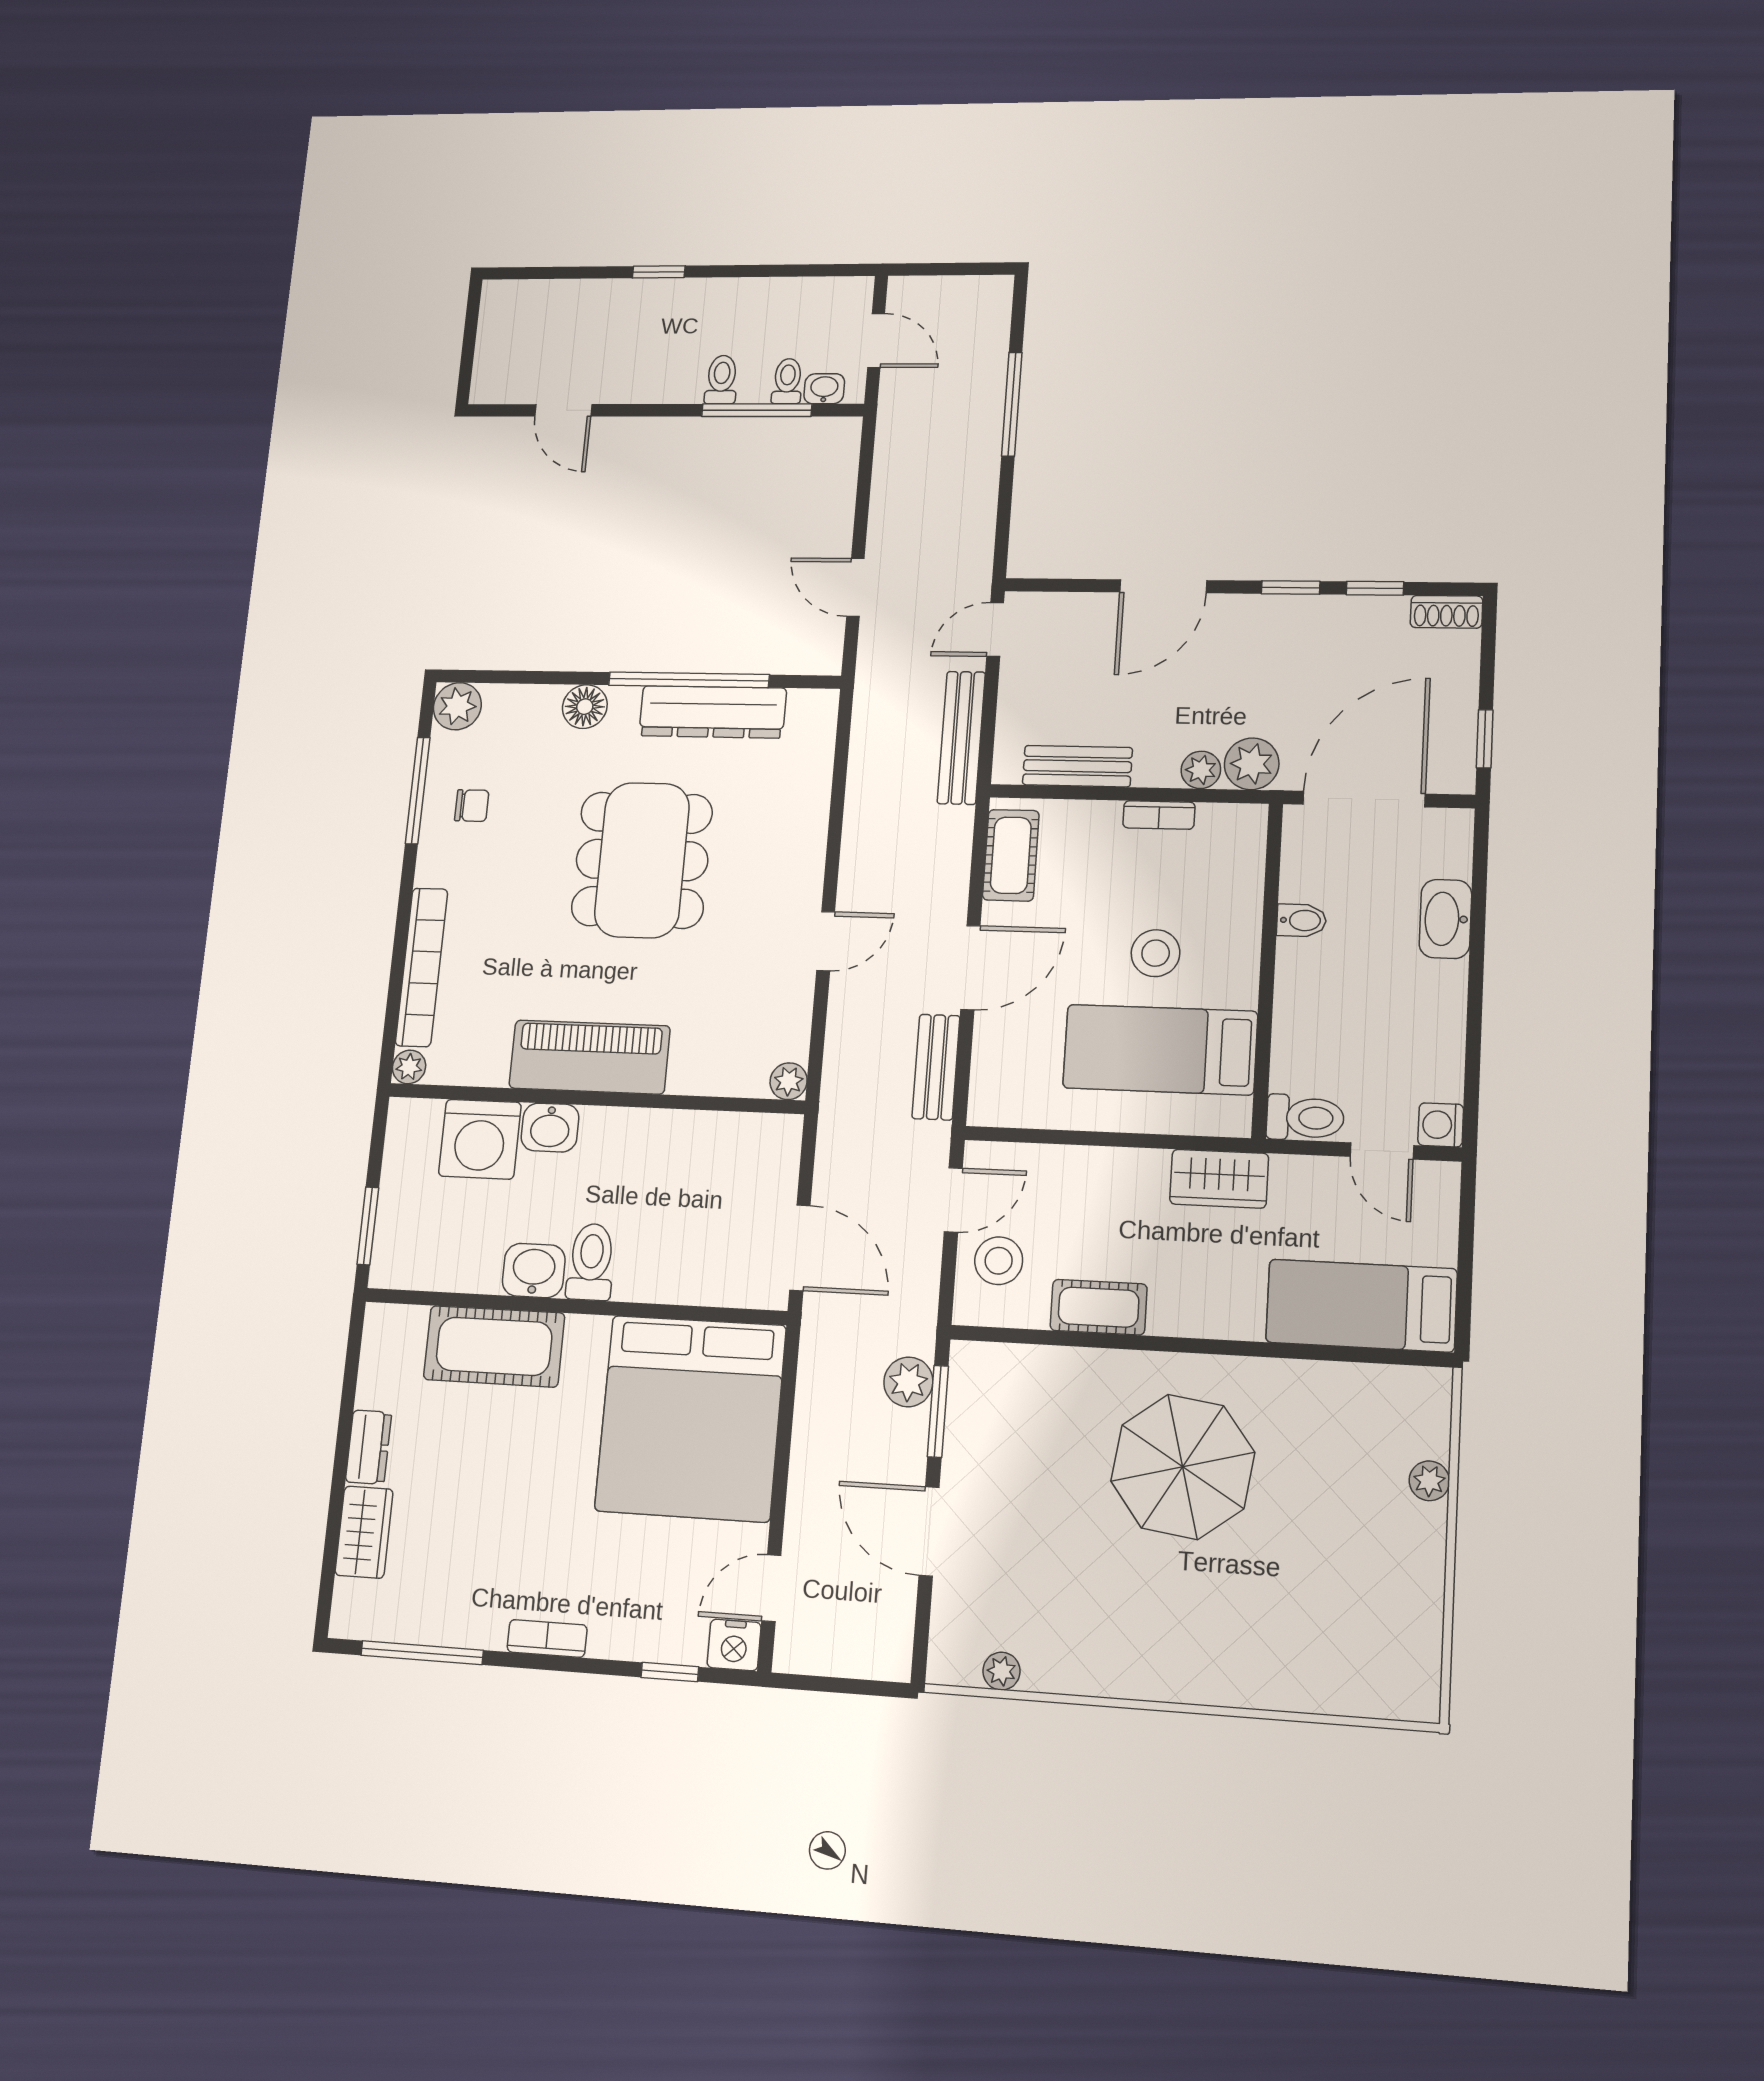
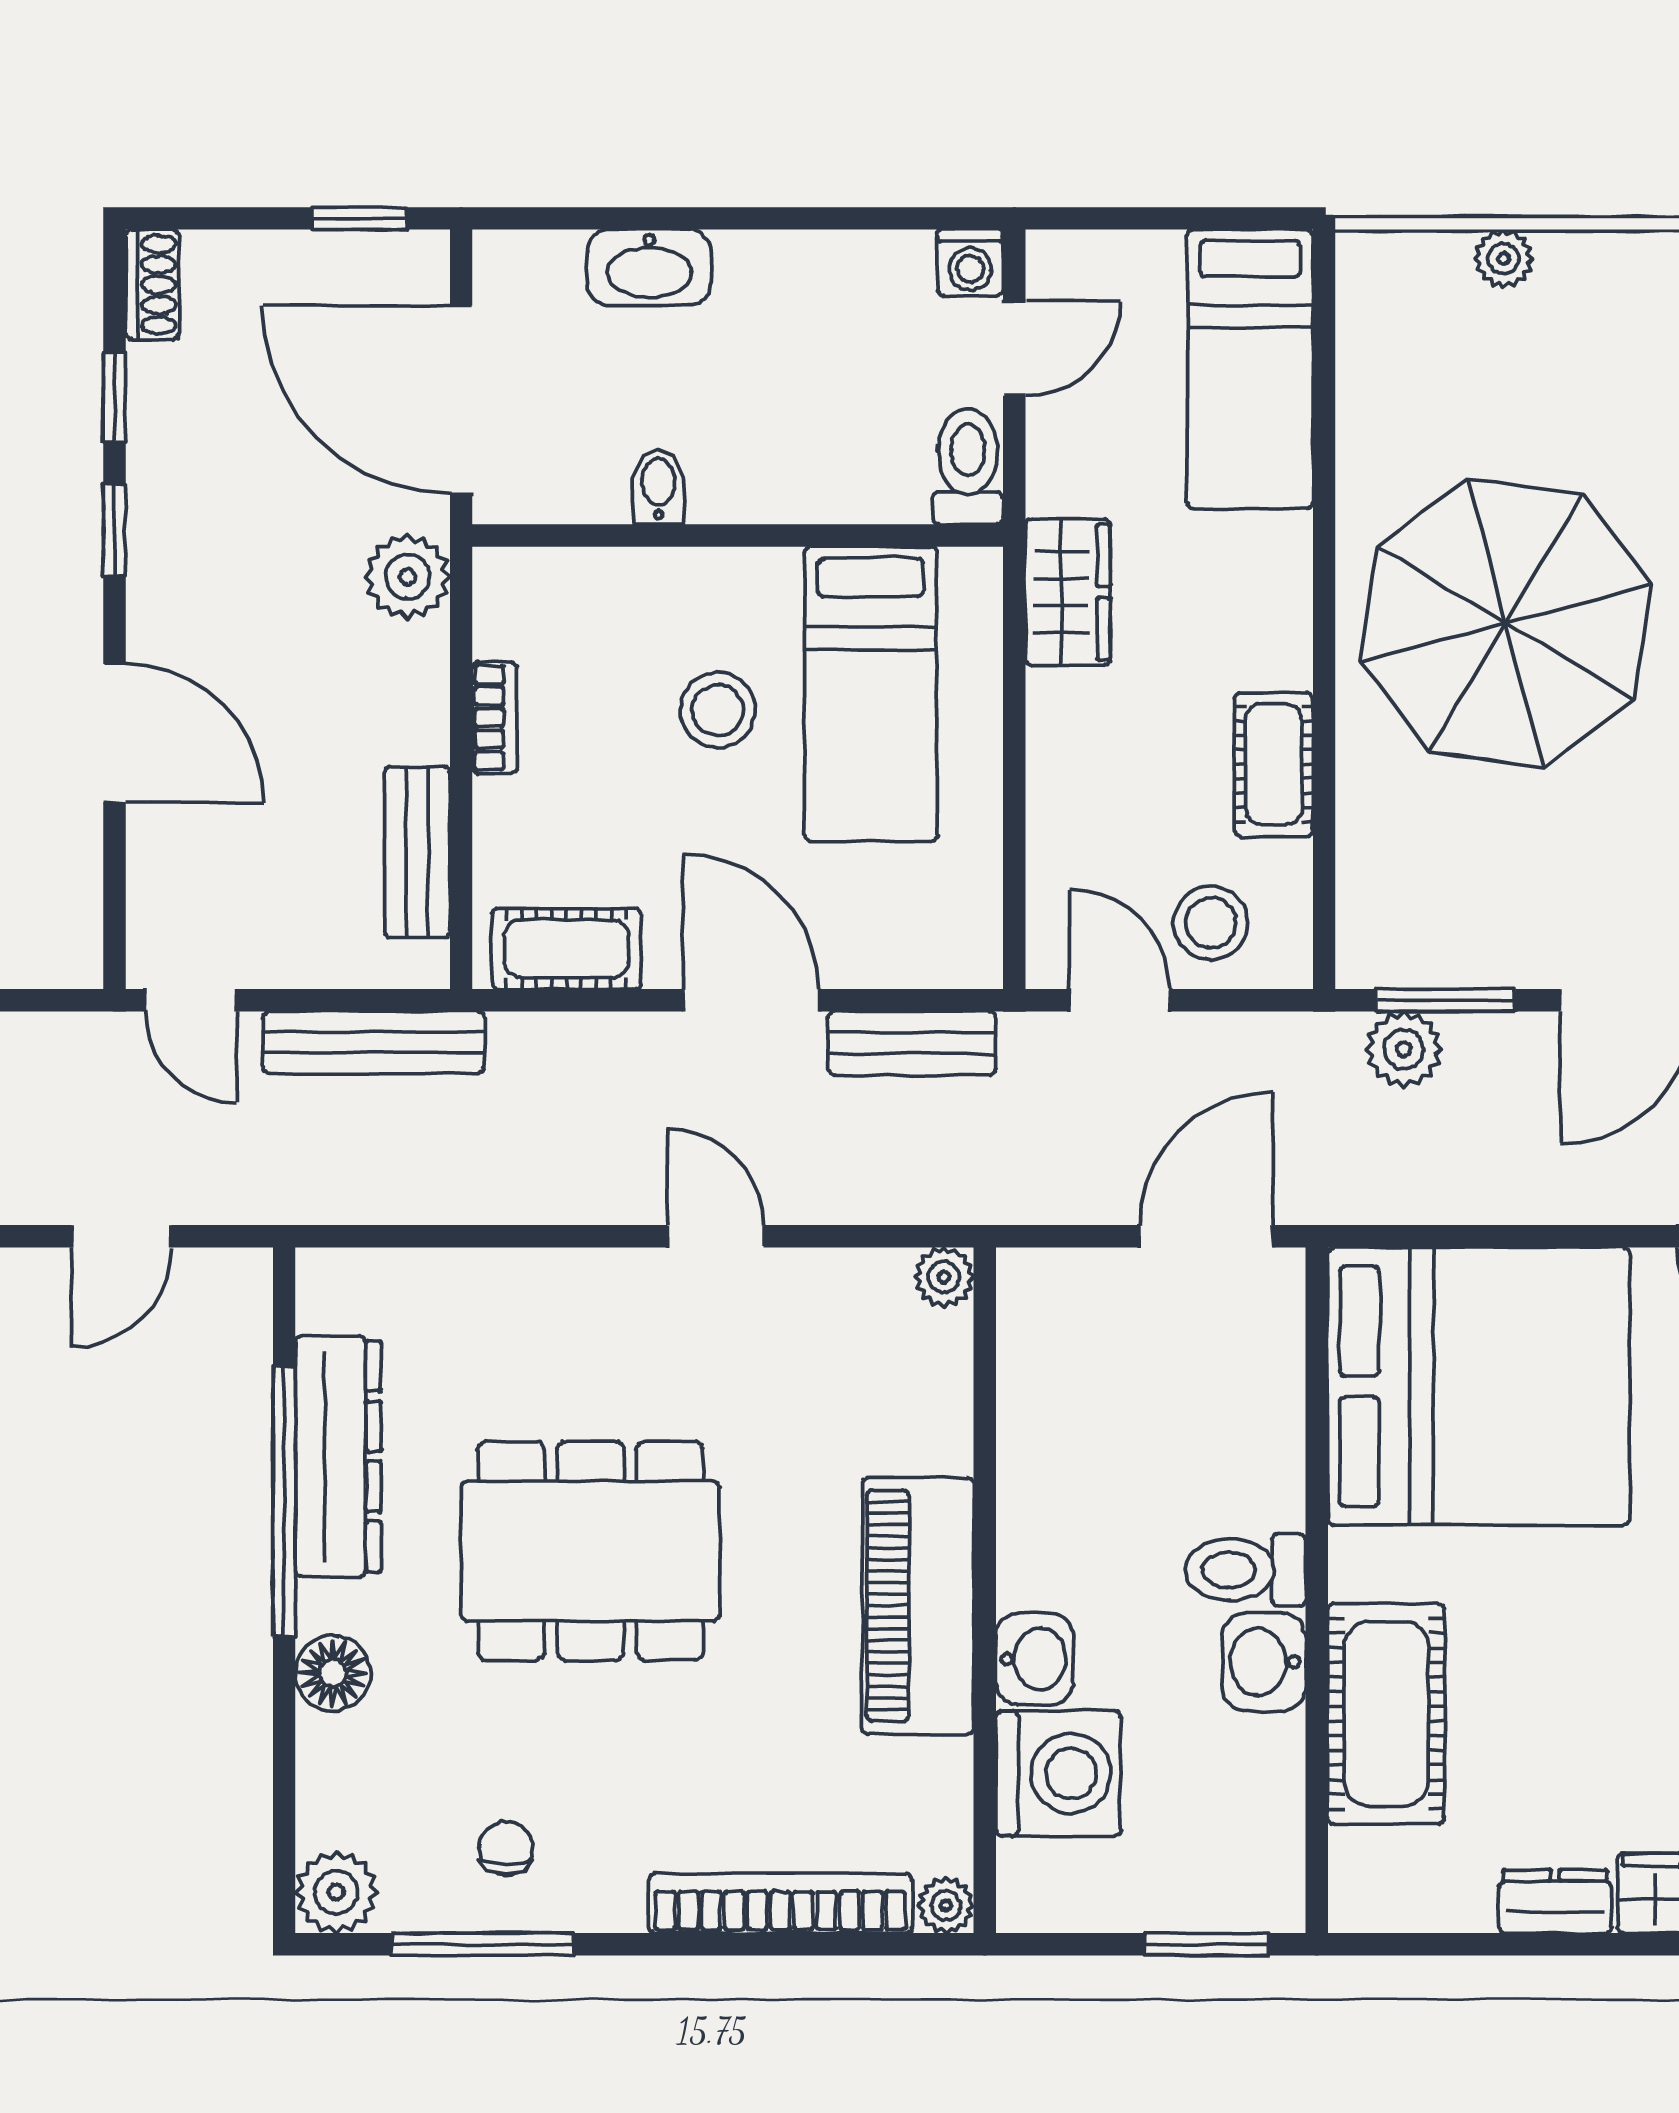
plant: (1201, 770) -> (419, 656), removed
parasol: (1183, 1467) -> (1506, 623), width x1.36, depth x1.36

